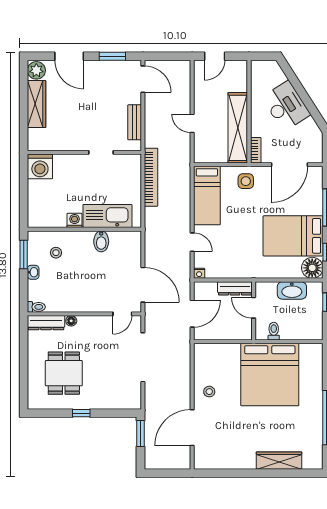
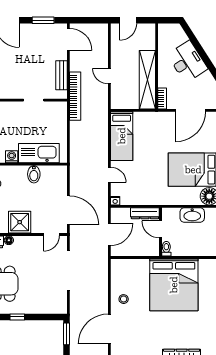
bookcase: (151, 177) -> (75, 96), moved
side table: (246, 181) -> (154, 124), removed
shower: (84, 299) -> (20, 222), added
toilet: (274, 331) -> (166, 249), moved

